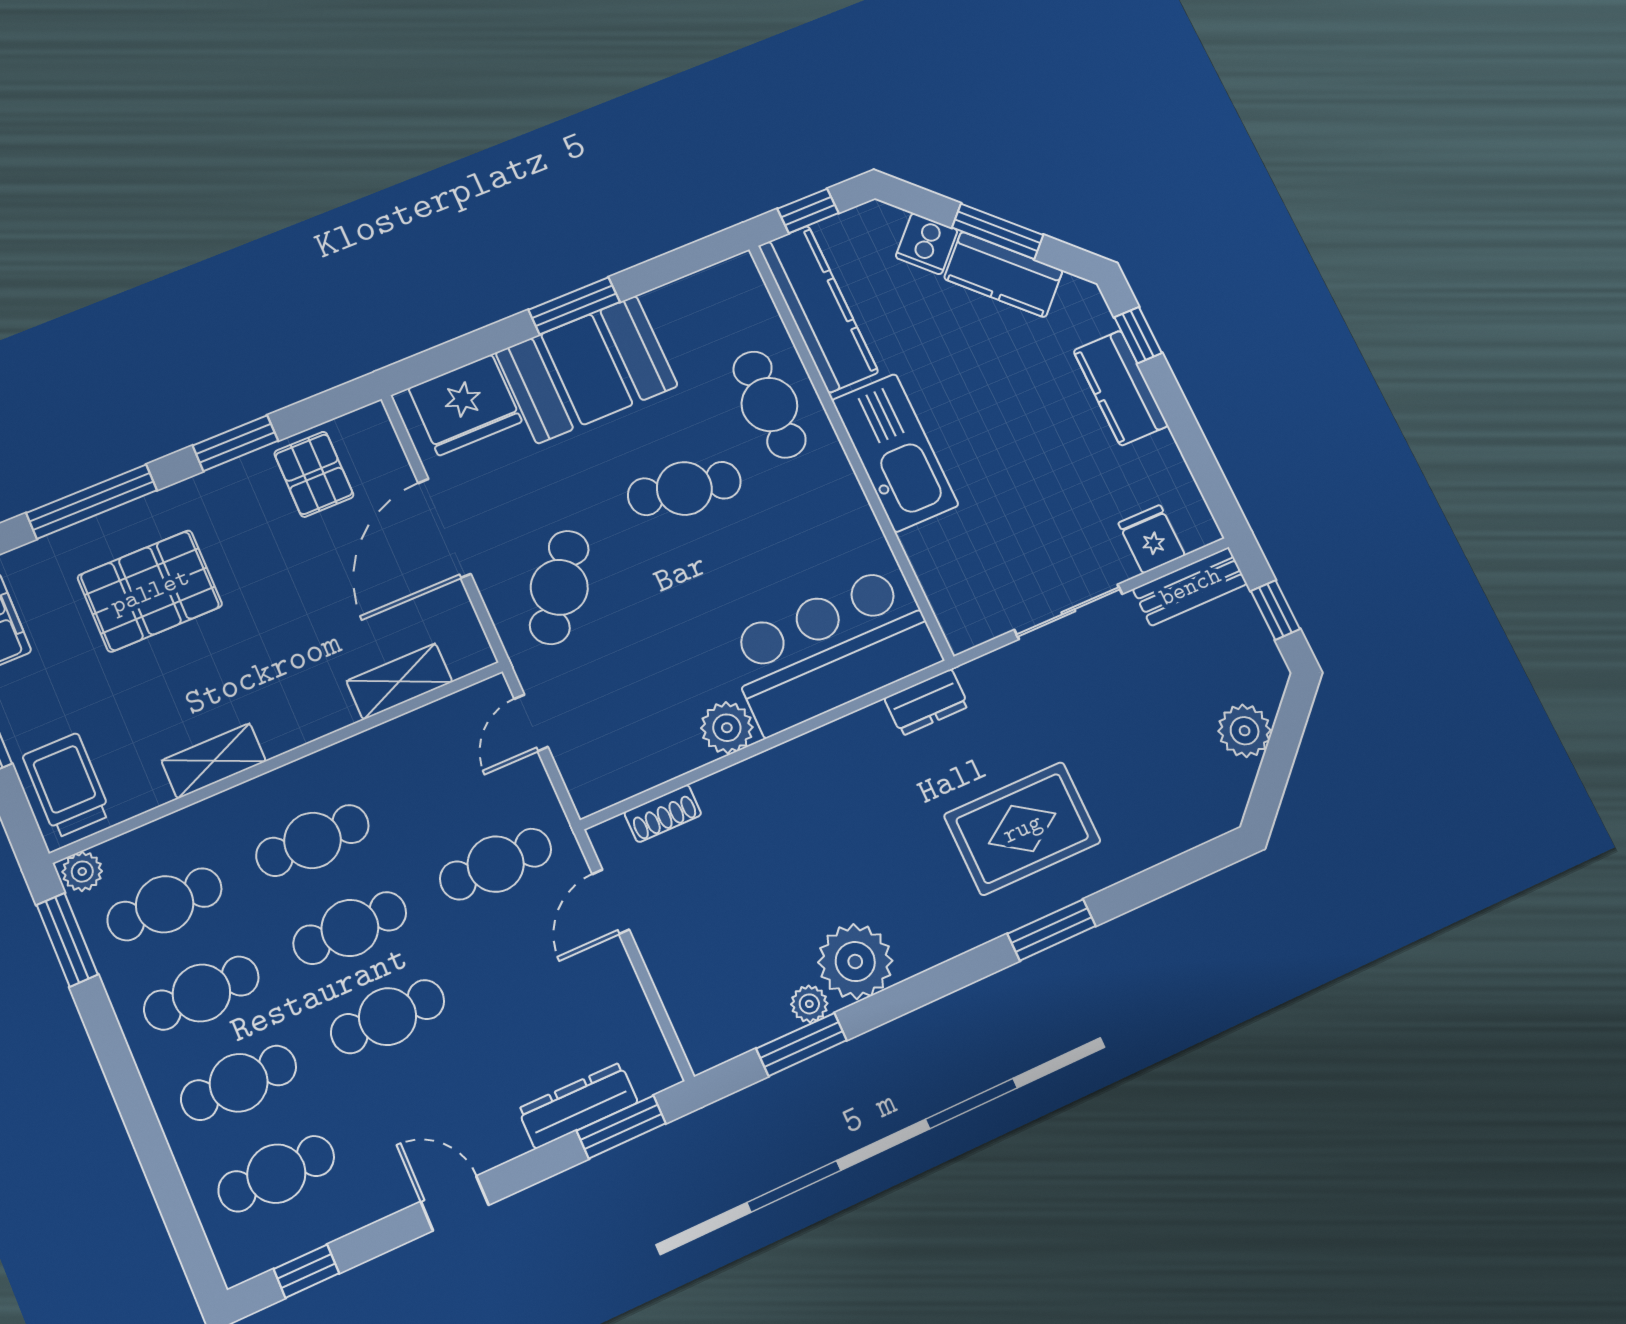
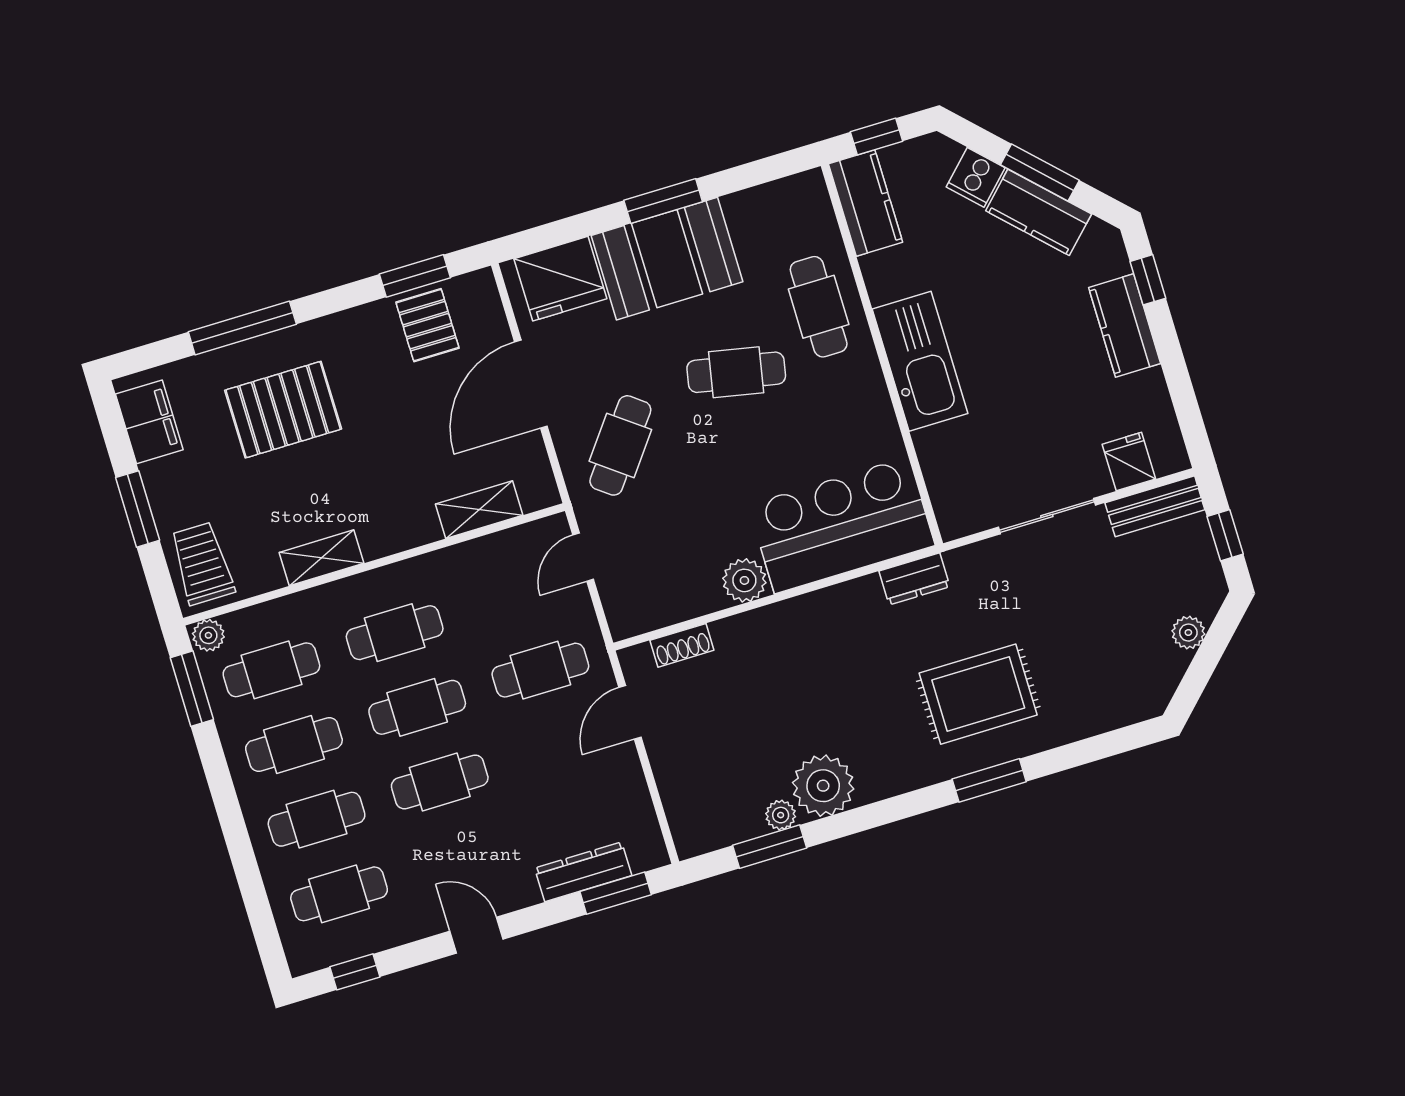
kitchen counter: (818, 309) -> (866, 203), width x0.67
window: (235, 443) -> (415, 276), moved
plant: (1245, 731) -> (1188, 633), width x0.73, depth x0.73

